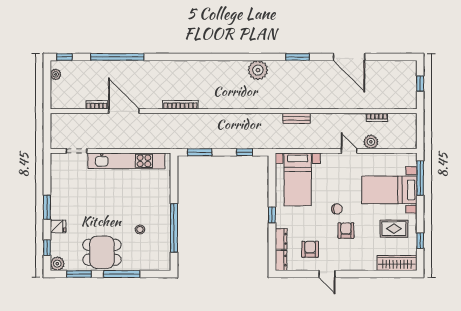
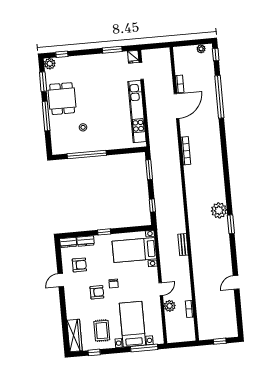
window: (298, 57) -> (231, 224), moved
door: (349, 57) -> (236, 282), width x0.53
window: (47, 207) -> (112, 50), moved
fridge: (58, 226) -> (133, 57), moved

